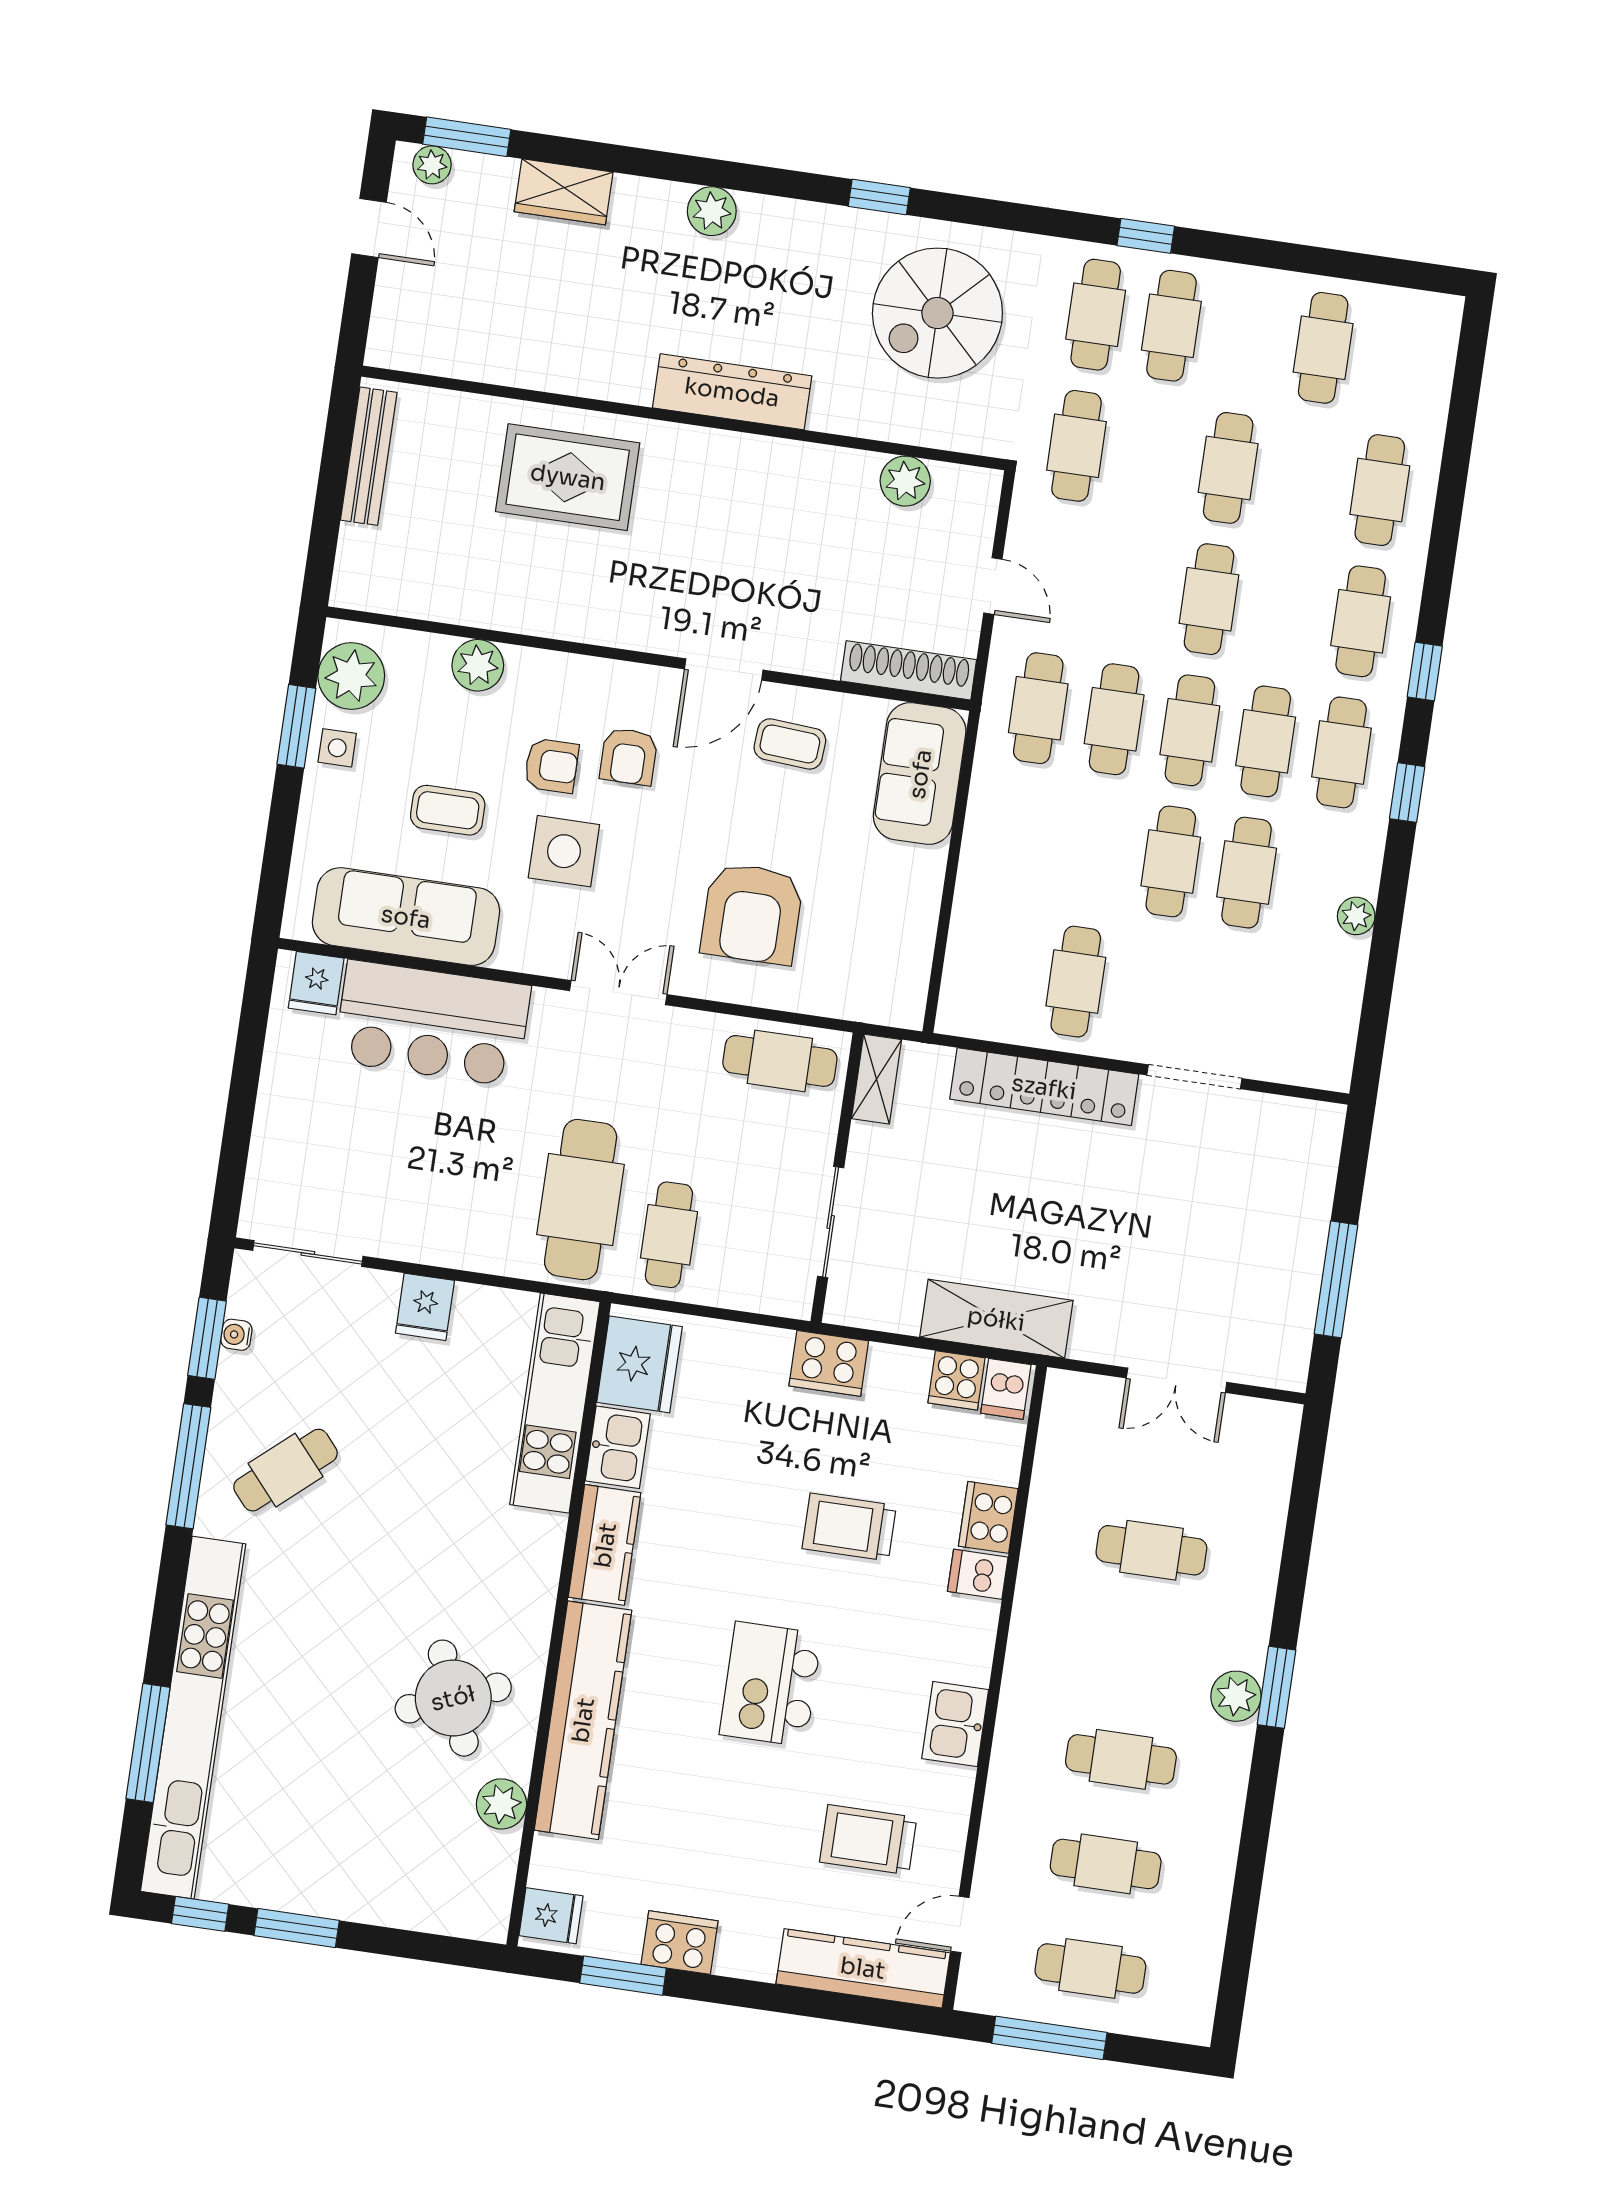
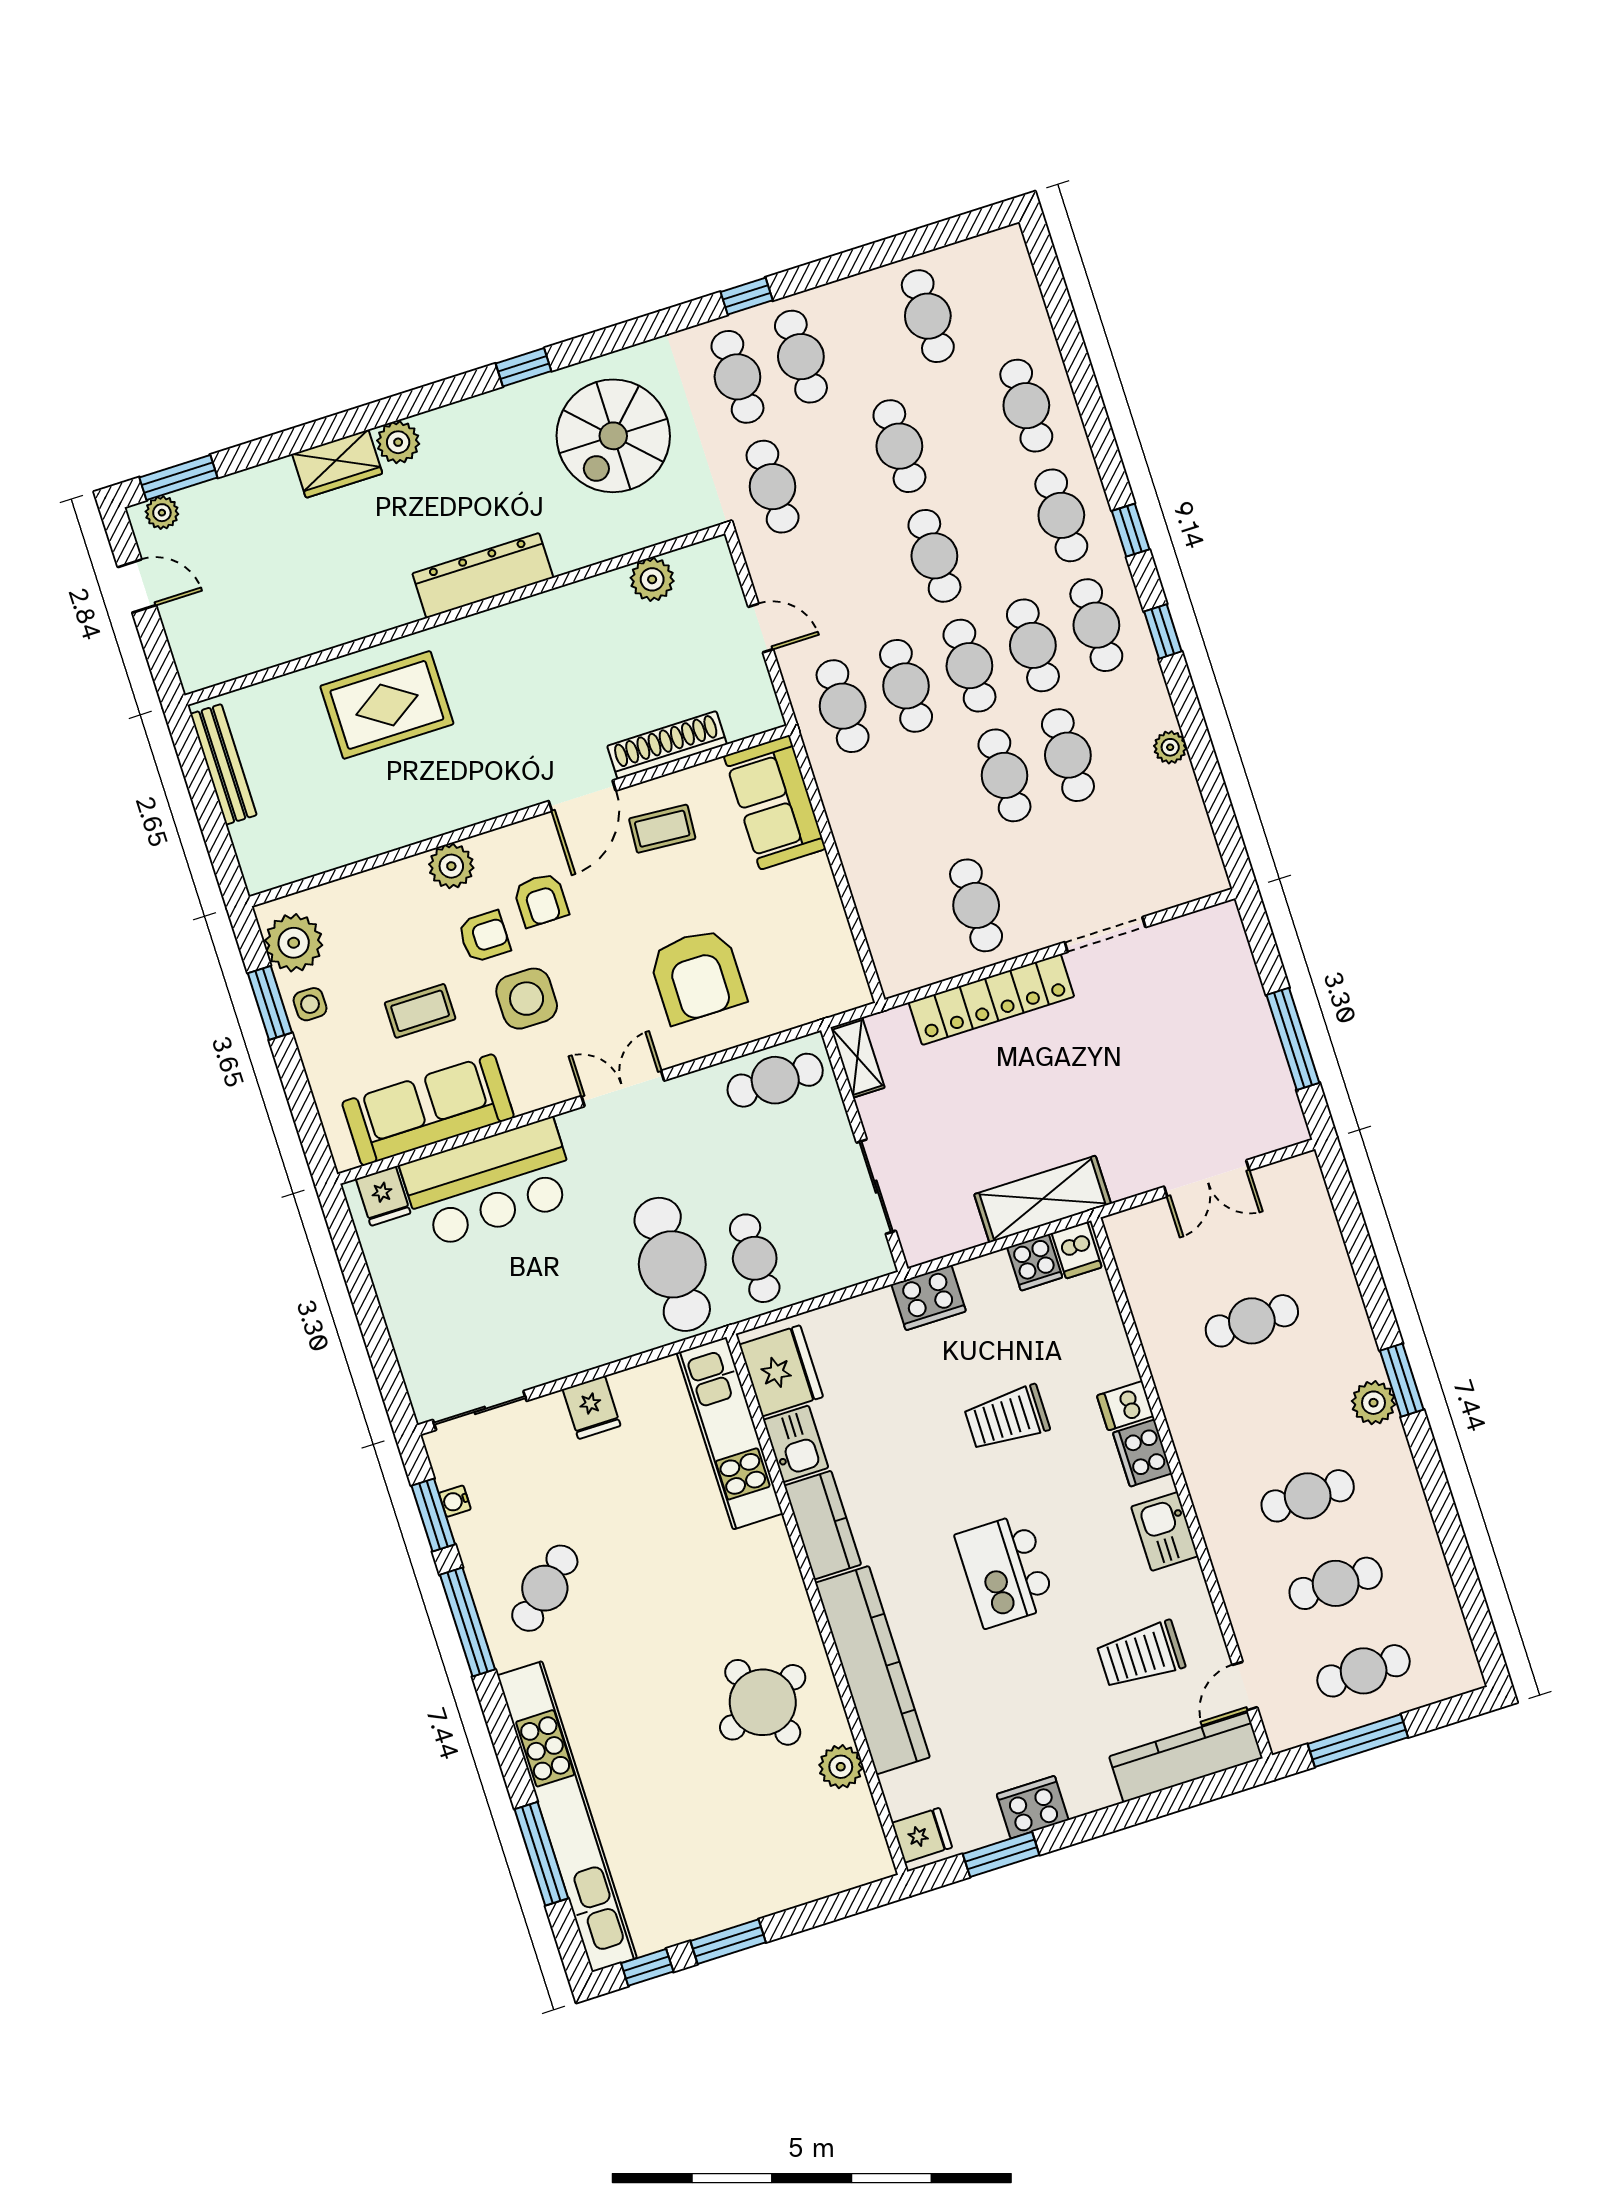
wardrobe: (564, 192) -> (337, 464), moved
plant: (478, 665) -> (451, 866), moved
shoe rack: (908, 670) -> (667, 745), moved
cooker: (988, 1517) -> (1142, 1453), moved

